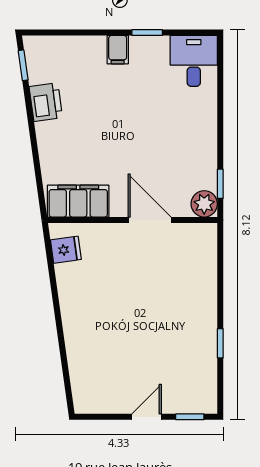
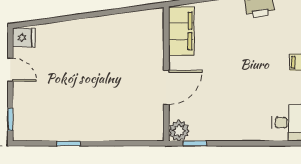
fridge: (66, 250) -> (24, 38), moved, turned -82
door: (147, 417) -> (10, 70), moved

